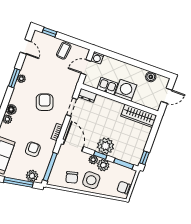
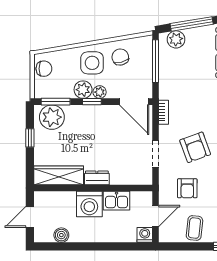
dresser: (87, 95) -> (97, 178), moved
plant: (105, 146) -> (52, 117), moved
armchair: (33, 149) -> (187, 188), moved
window: (144, 158) -> (30, 138), moved

